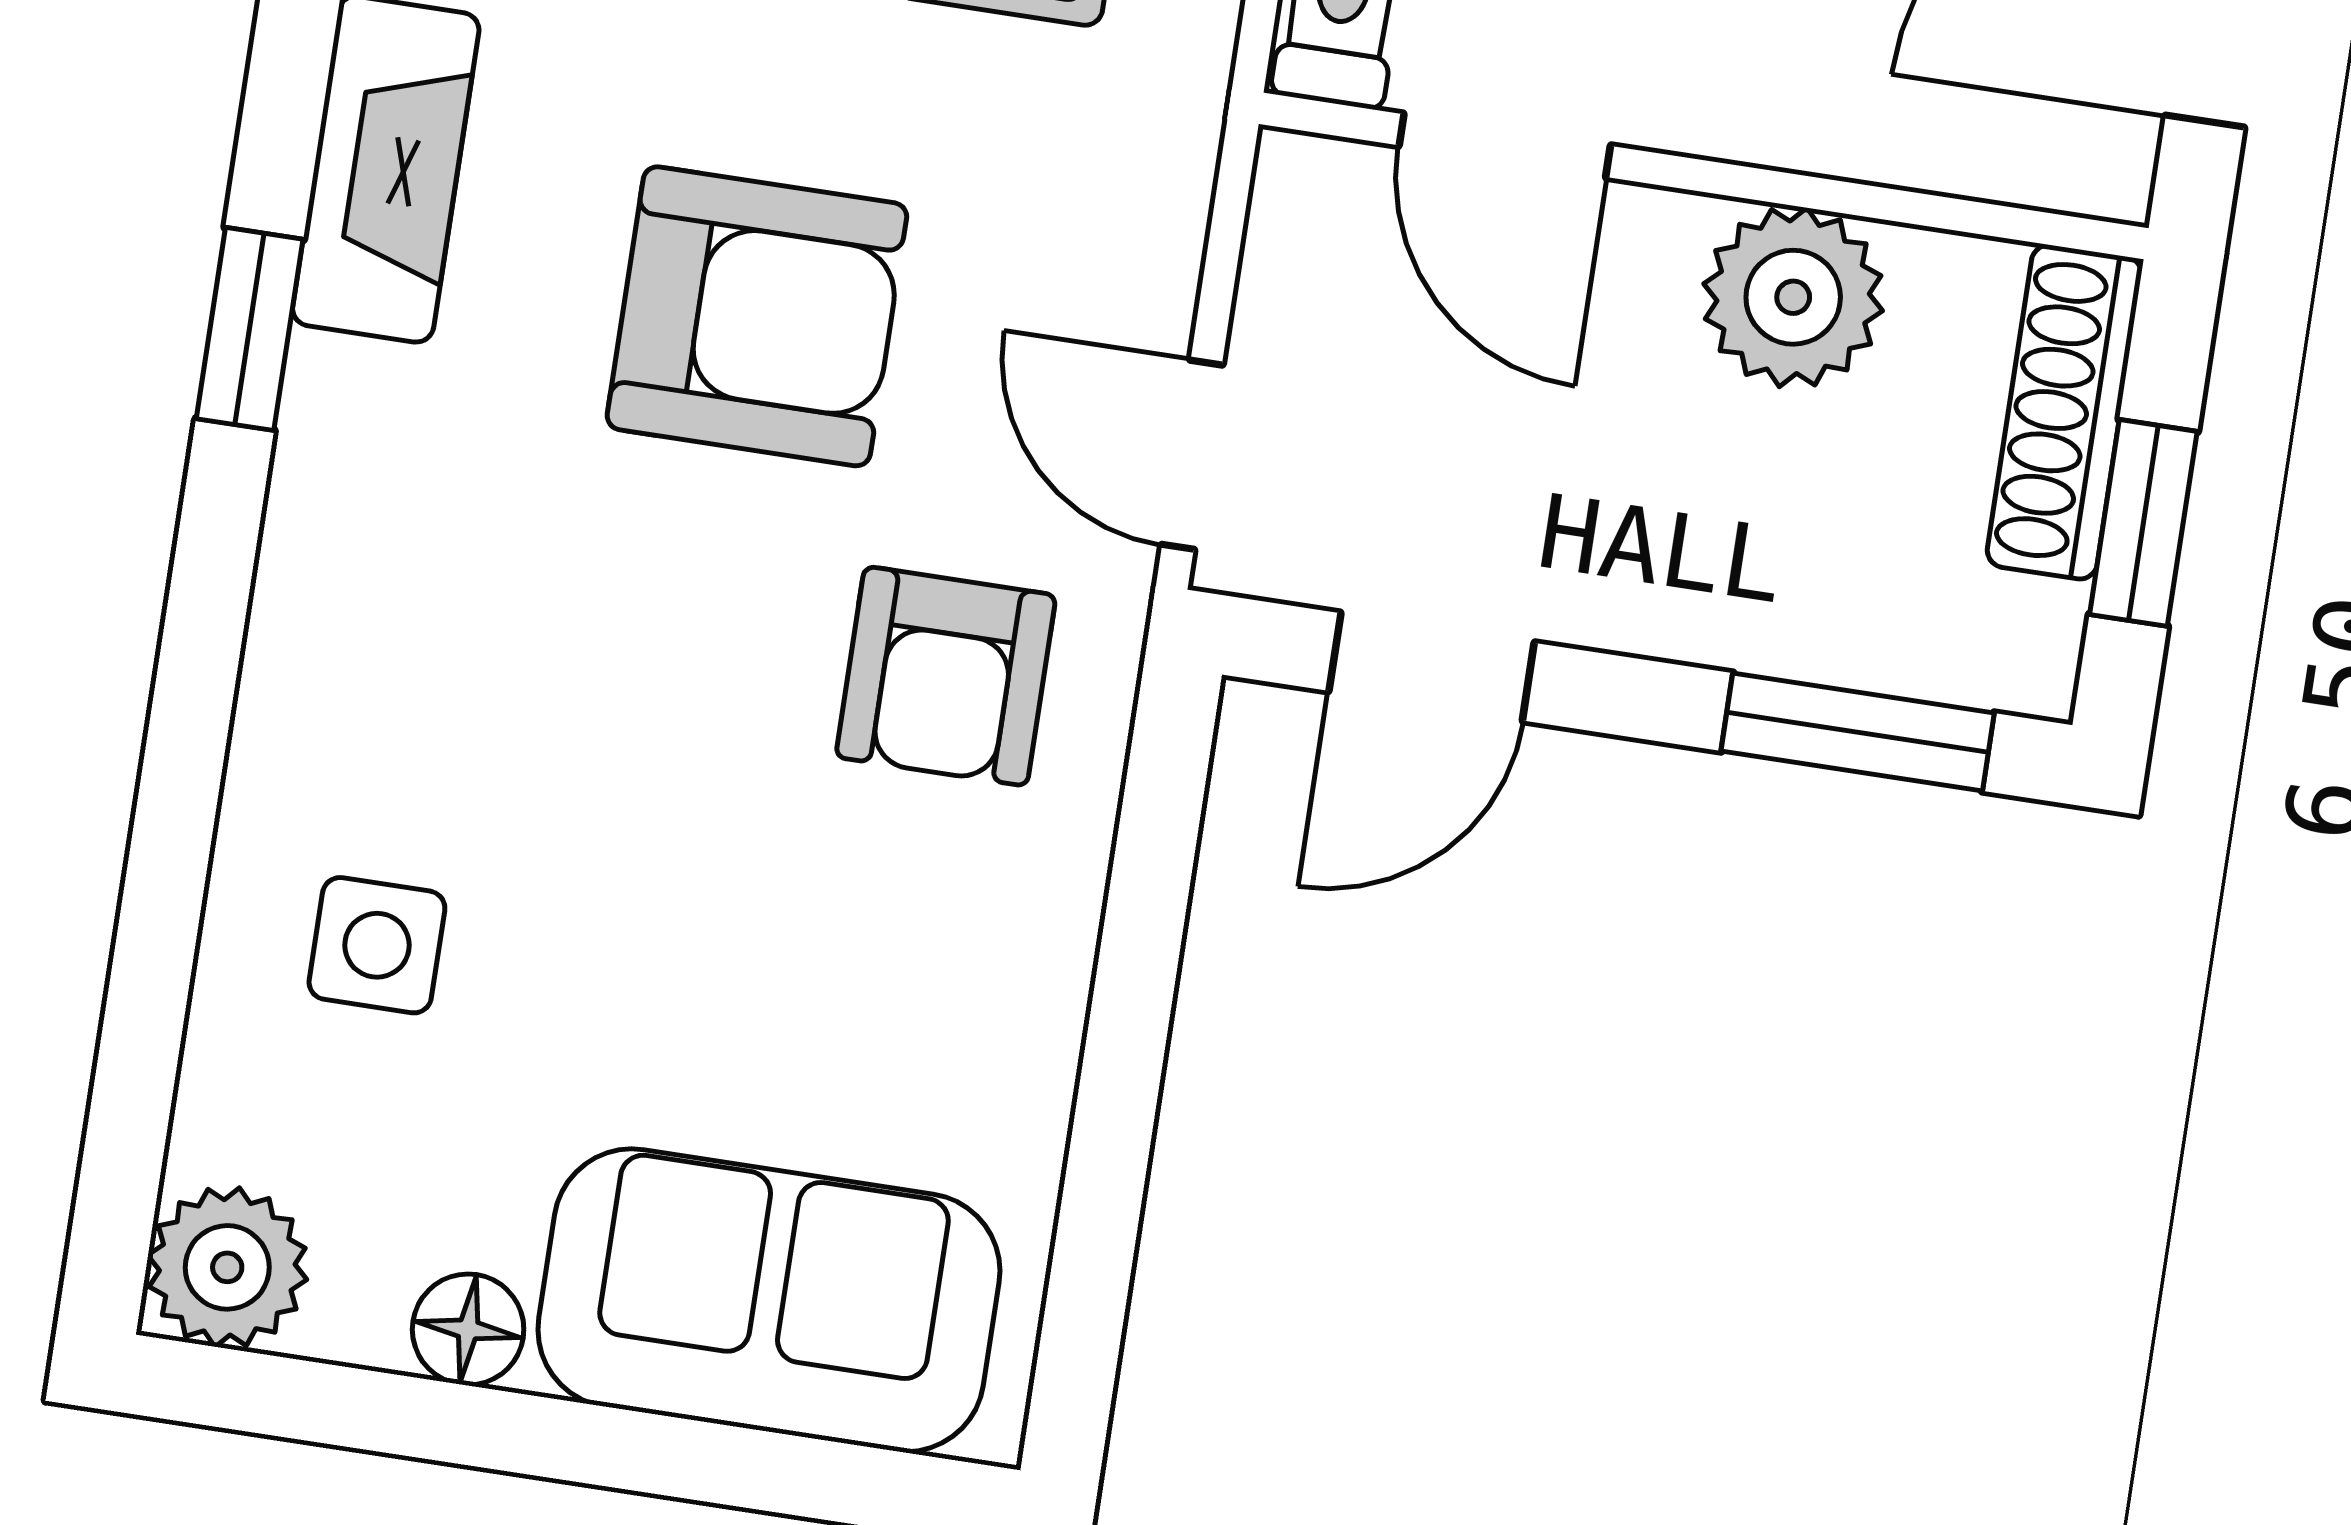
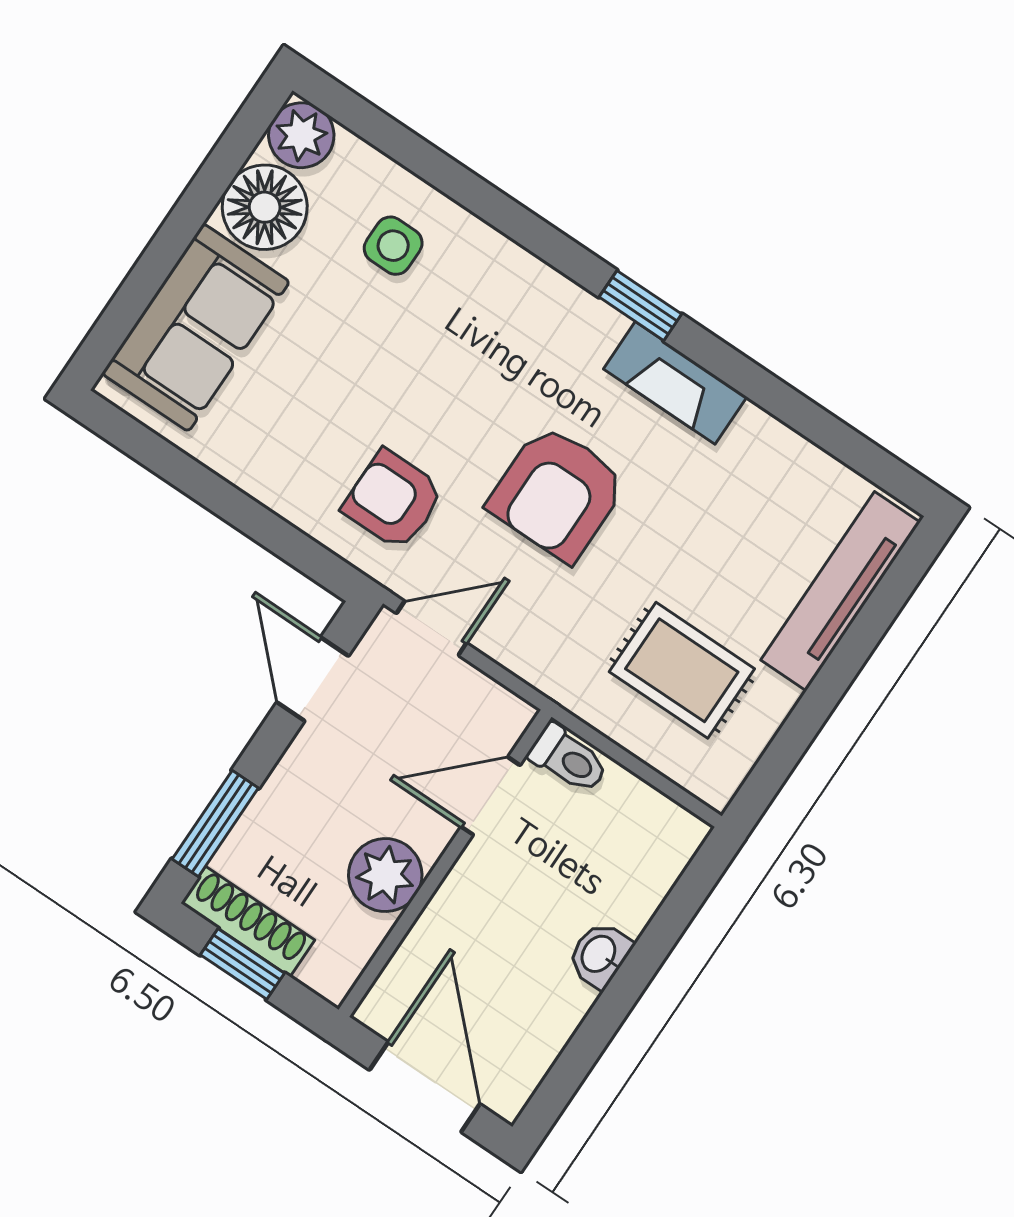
shoe rack: (2064, 412) -> (248, 922), moved
floor lamp: (468, 1329) -> (265, 207), width x1.89, depth x1.89

